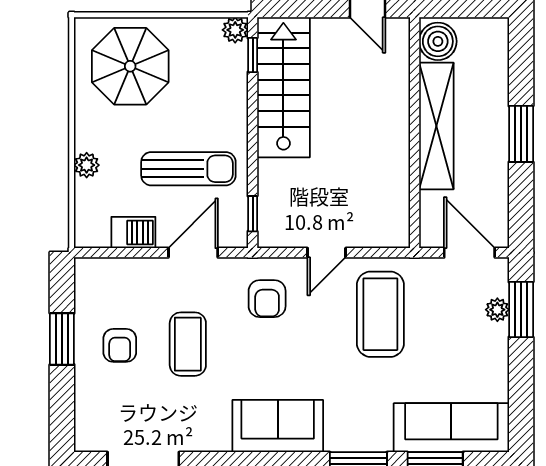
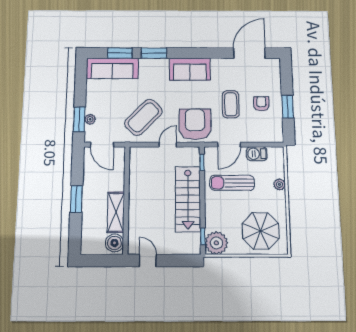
plant: (235, 30) -> (216, 243), width x1.88, depth x1.88
stairs: (283, 87) -> (188, 199), moved
shelving: (436, 126) -> (116, 212), width x0.68
armchair: (267, 299) -> (195, 124), width x1.88, depth x1.88
coffee table: (380, 314) -> (143, 117), turned 44

